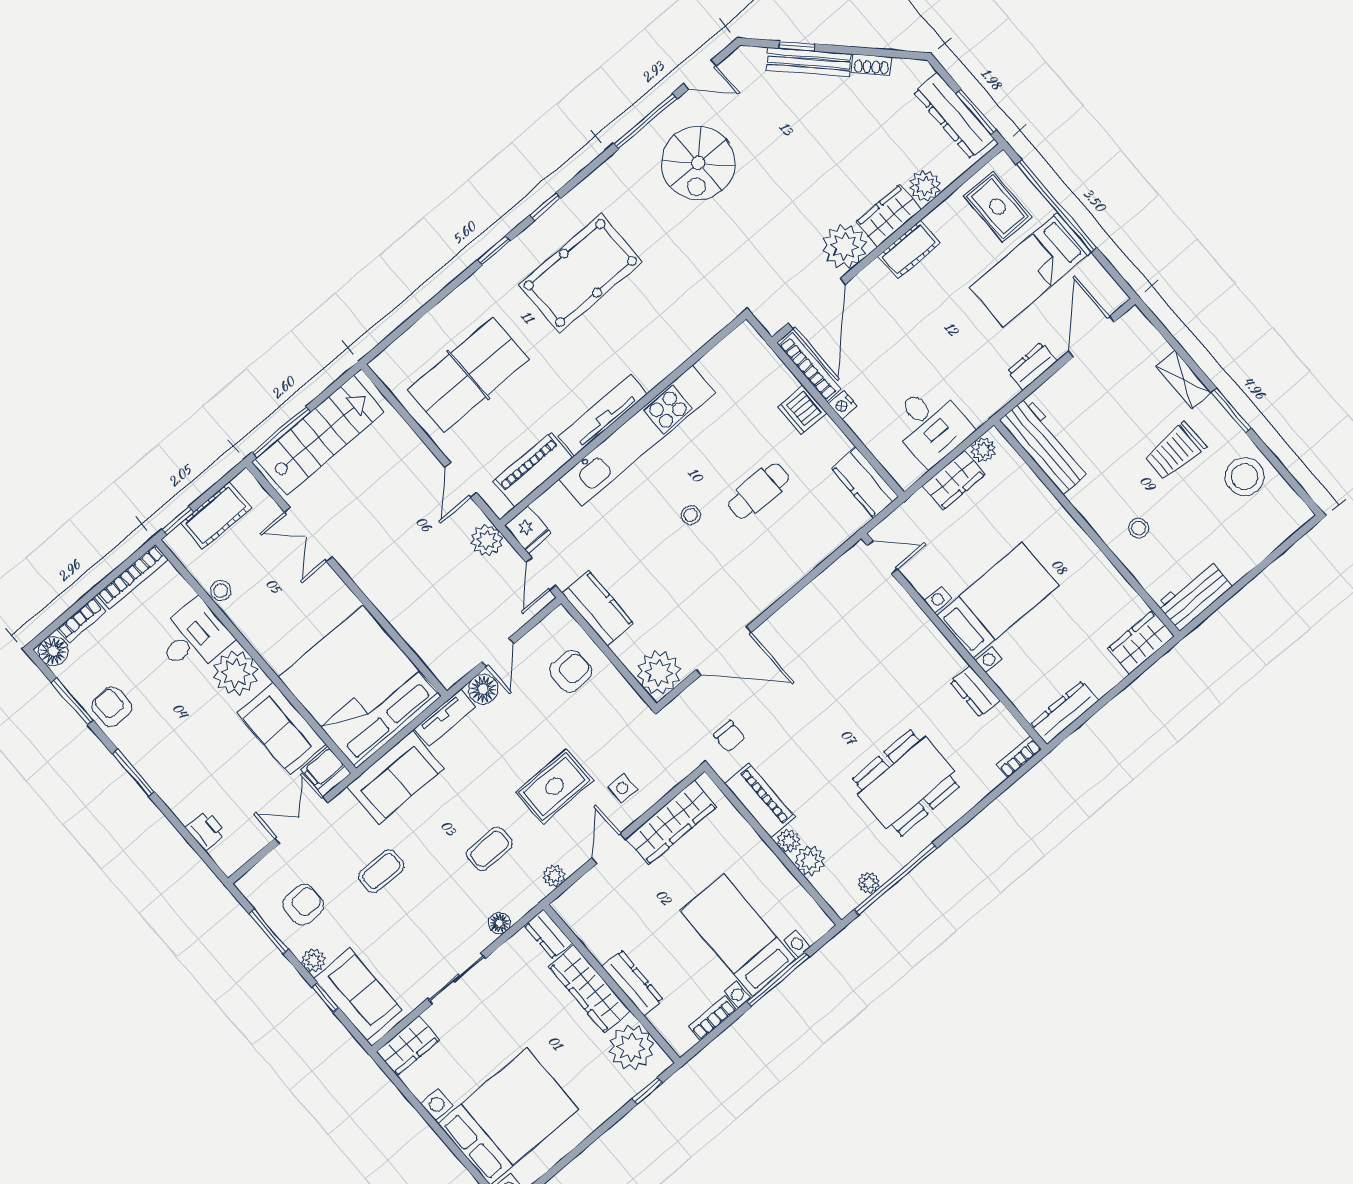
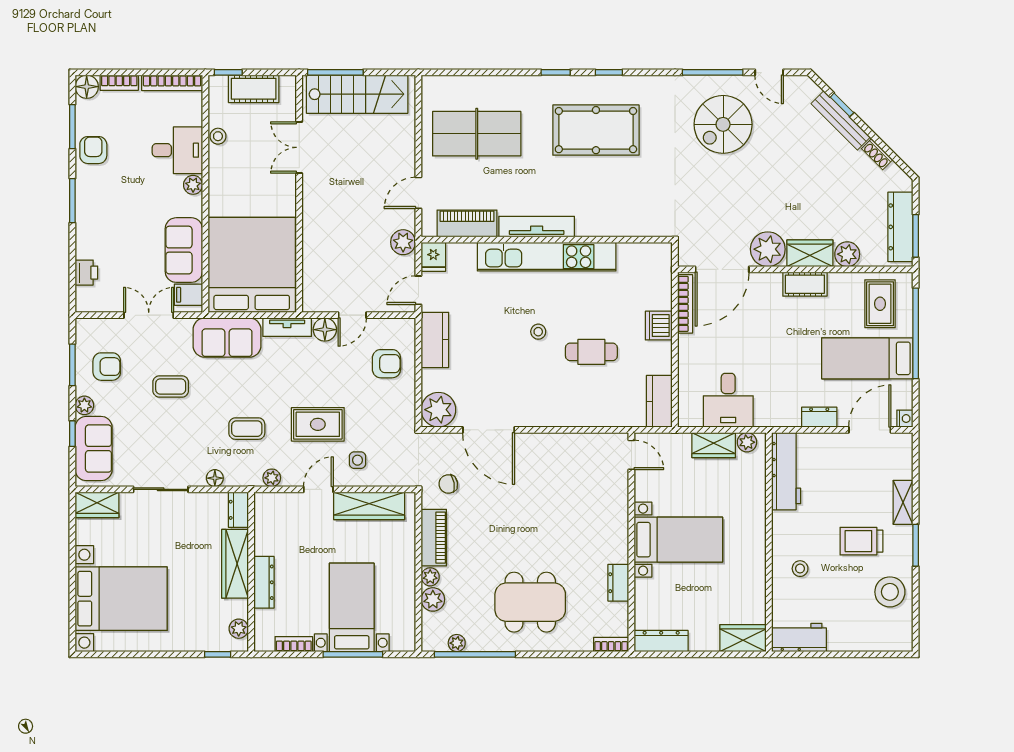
nightstand: (843, 405) -> (905, 419), moved, turned 180
plant: (235, 673) -> (193, 185), width x0.53, depth x0.53
chair: (729, 736) -> (448, 484), turned 80
plant: (632, 1047) -> (239, 629), width x0.53, depth x0.53

